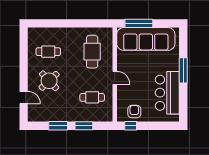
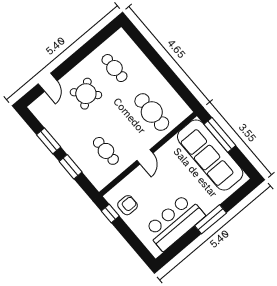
cafe table: (92, 52) -> (152, 112), turned 90

